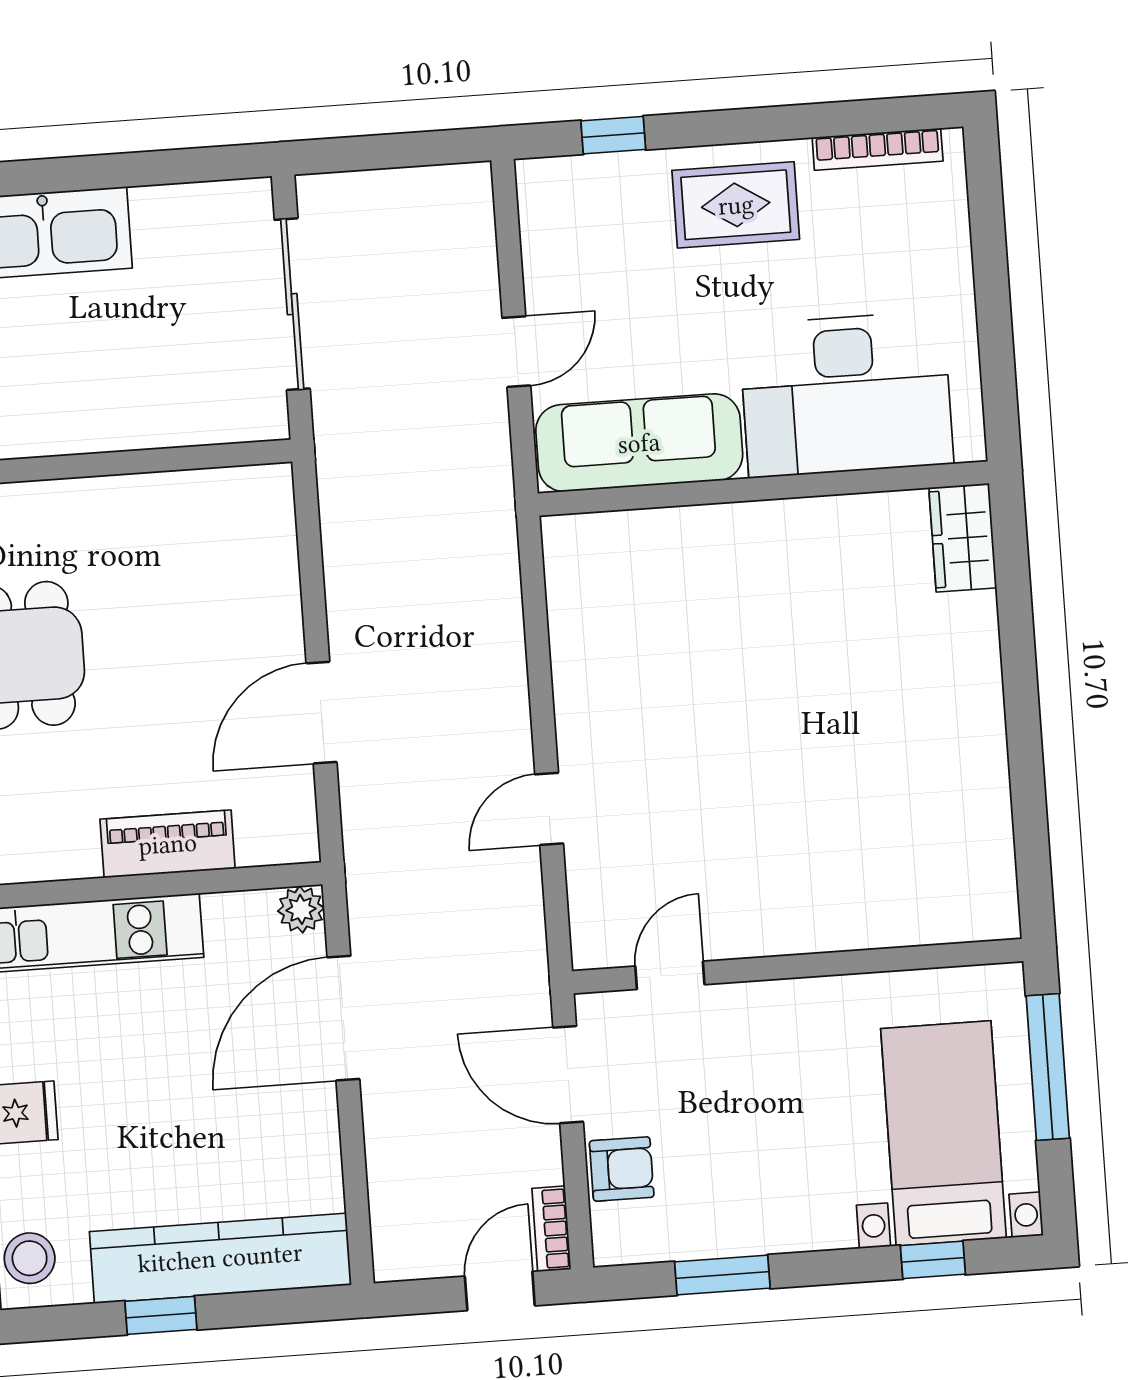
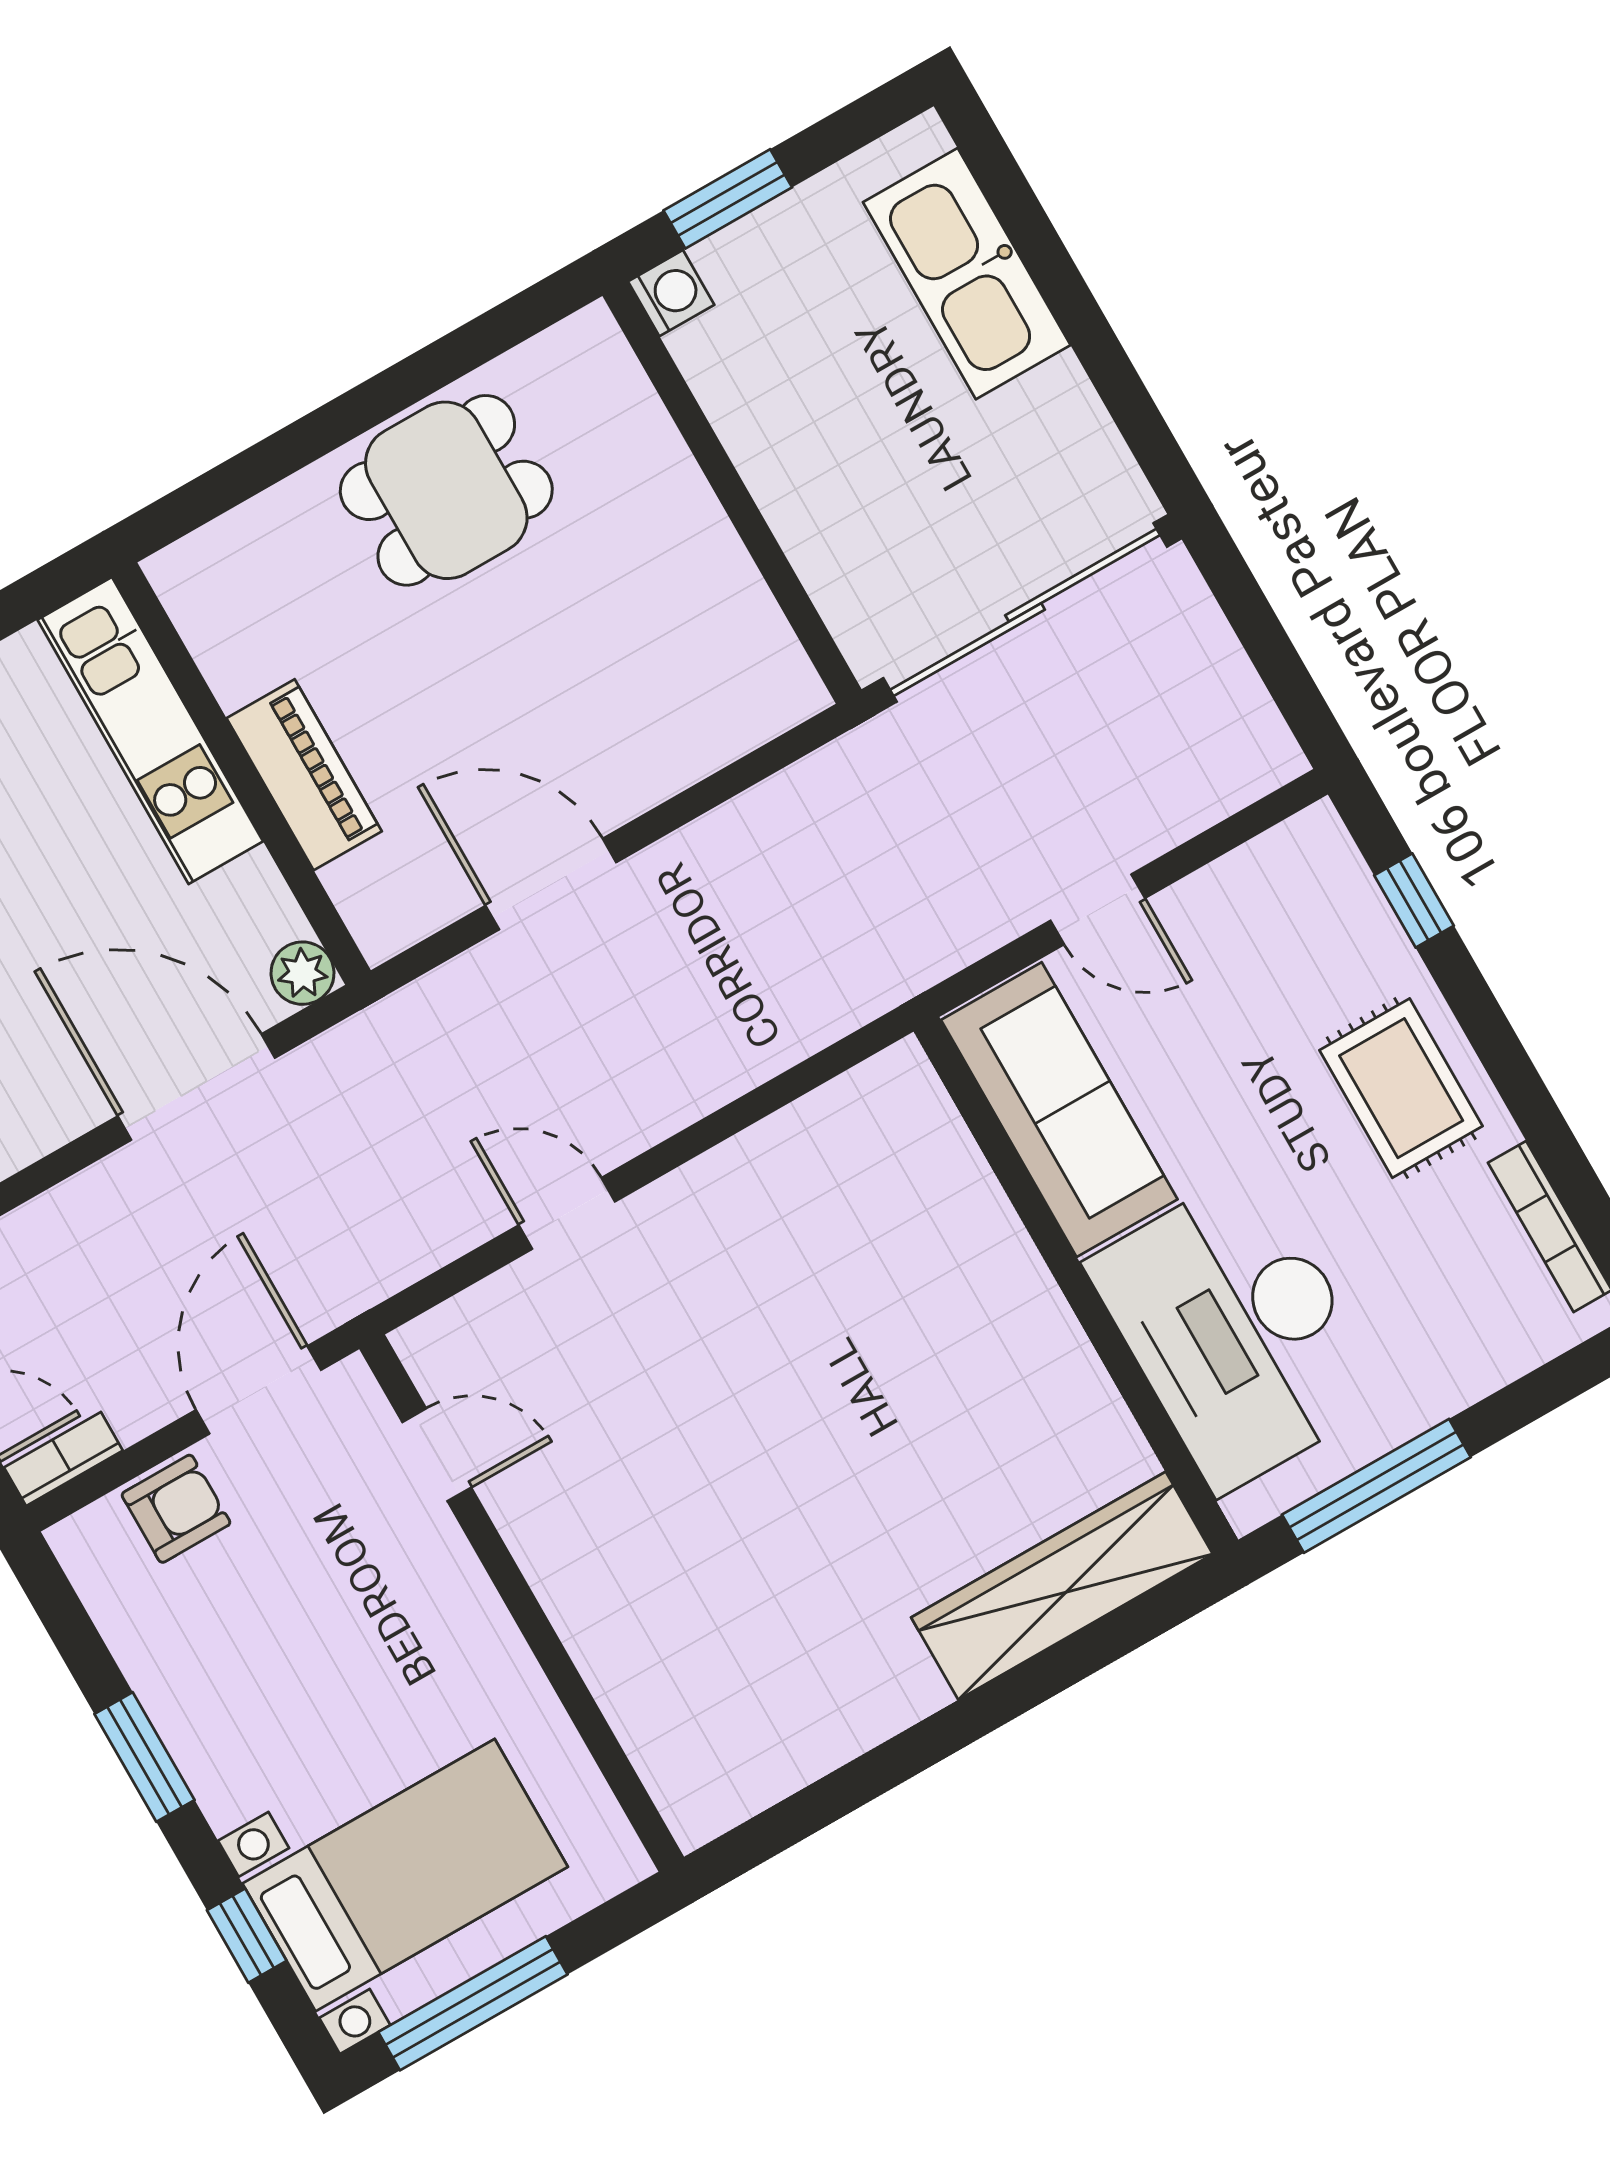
sliding door: (292, 304) -> (1025, 612), width x1.36
window: (996, 351) -> (1376, 1486), added
wardrobe: (963, 538) -> (1062, 1586), width x2.10, depth x1.17
window: (1048, 1067) -> (473, 2003), moved
armchair: (622, 1169) -> (176, 1509), turned -90
window: (722, 1275) -> (144, 1757), moved

